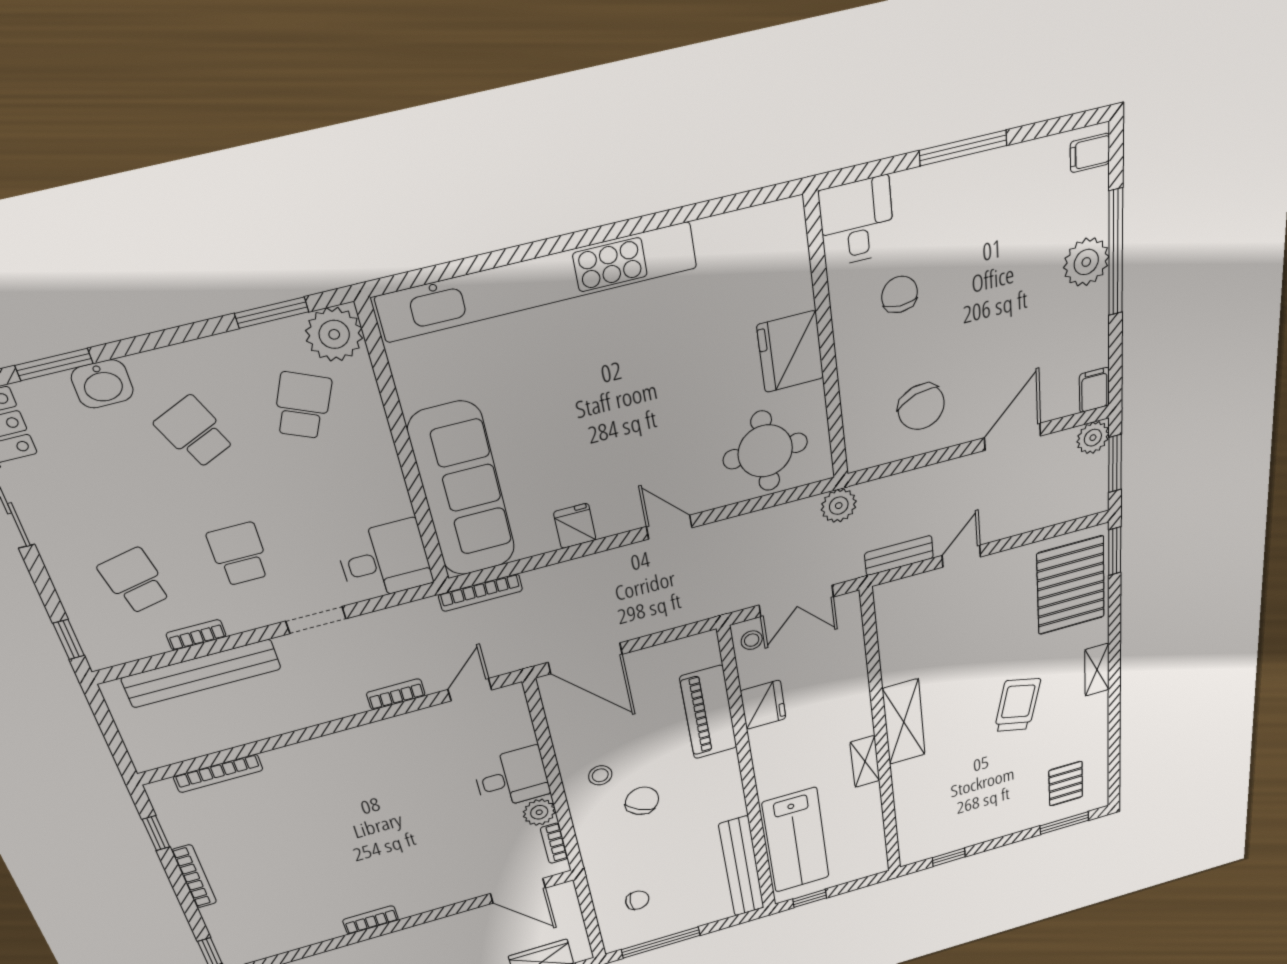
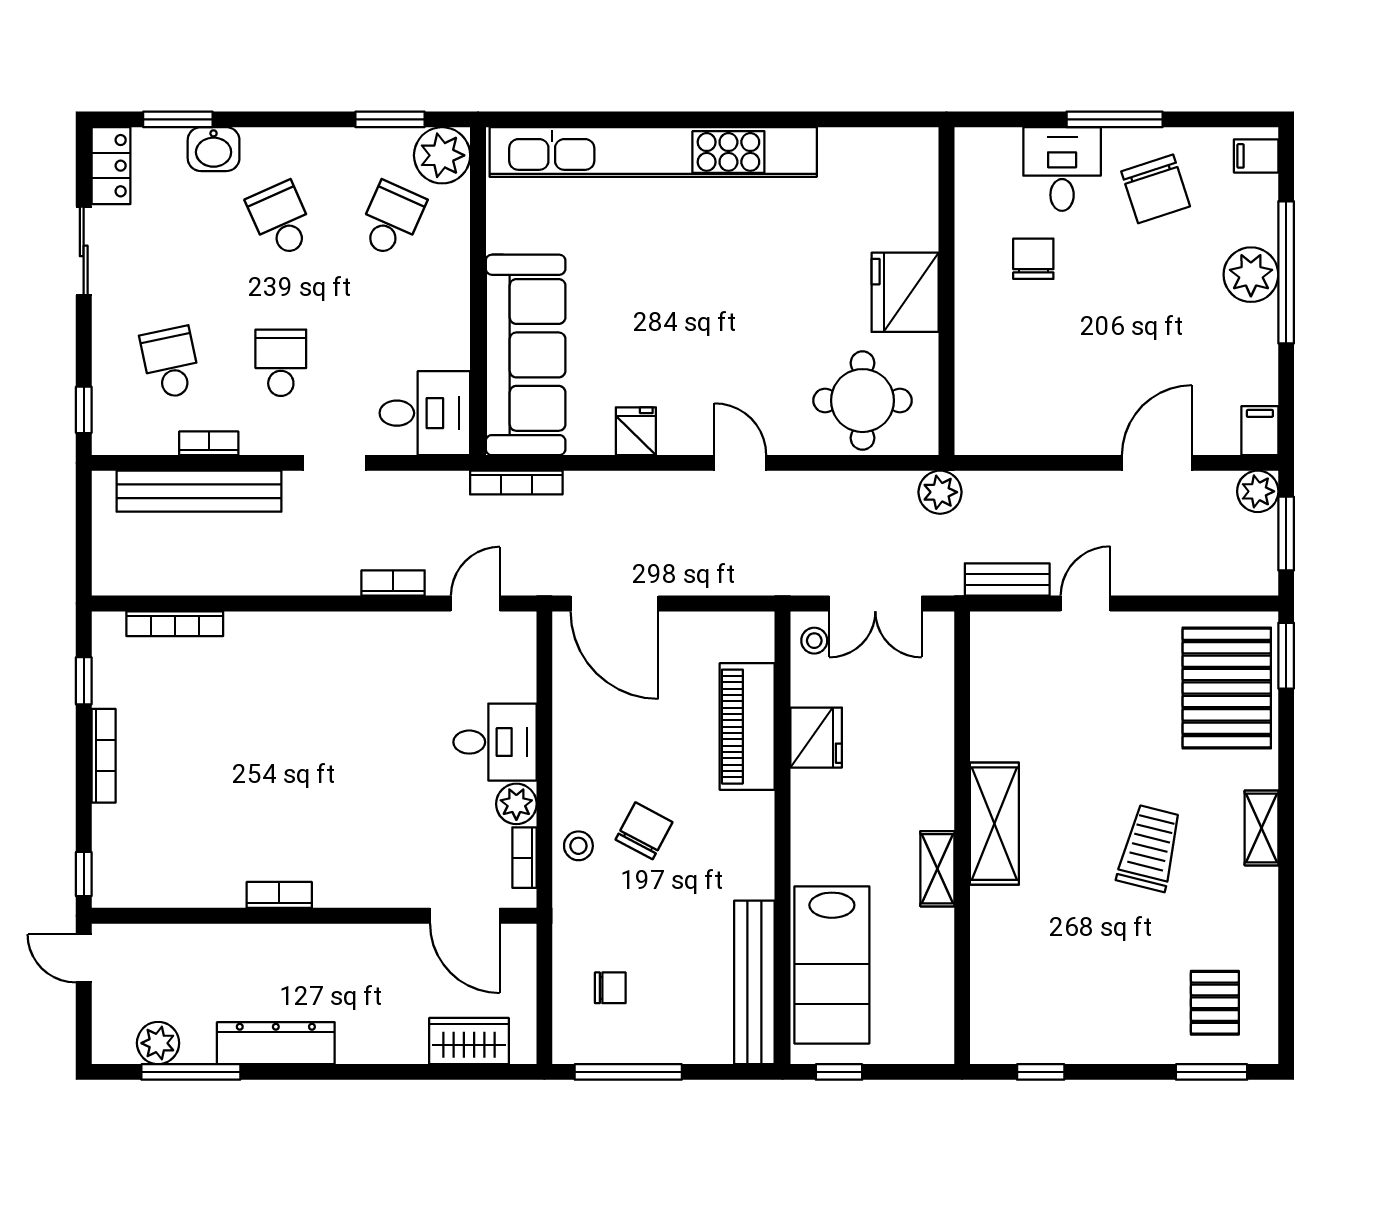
desk: (857, 222) -> (1062, 169), moved
chair: (921, 407) -> (1156, 189), moved
stool: (600, 775) -> (578, 846), moved

